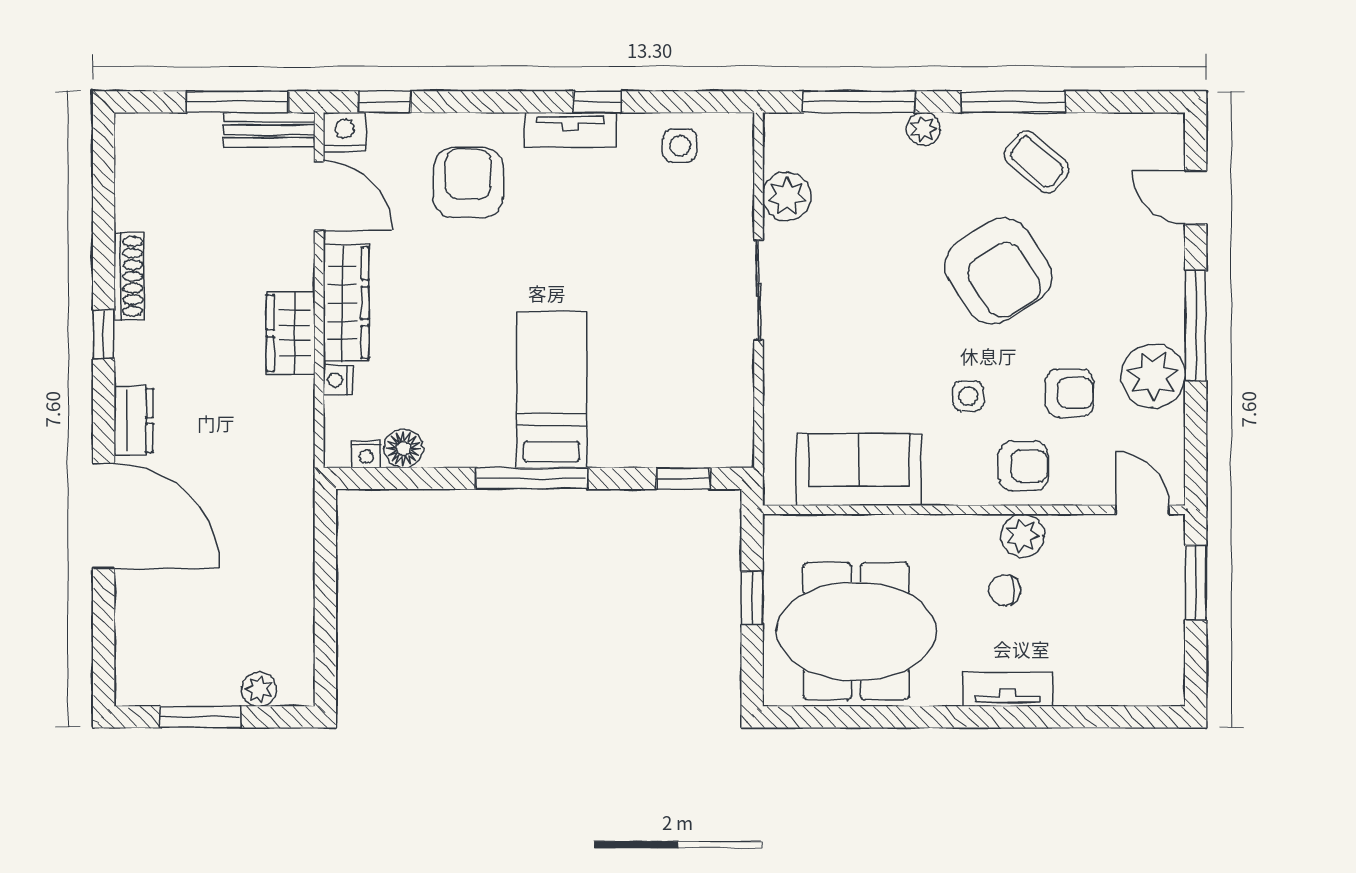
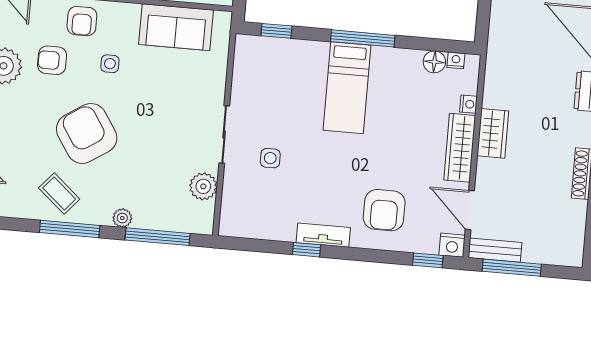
side table: (680, 146) -> (270, 158), moved
armchair: (1023, 466) -> (82, 21), turned -90

